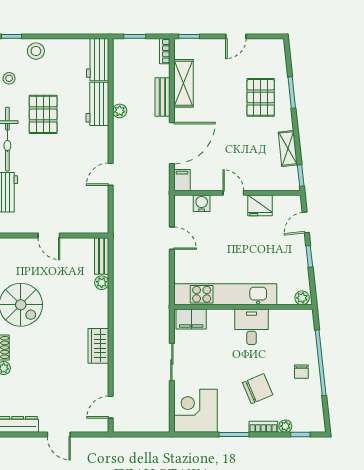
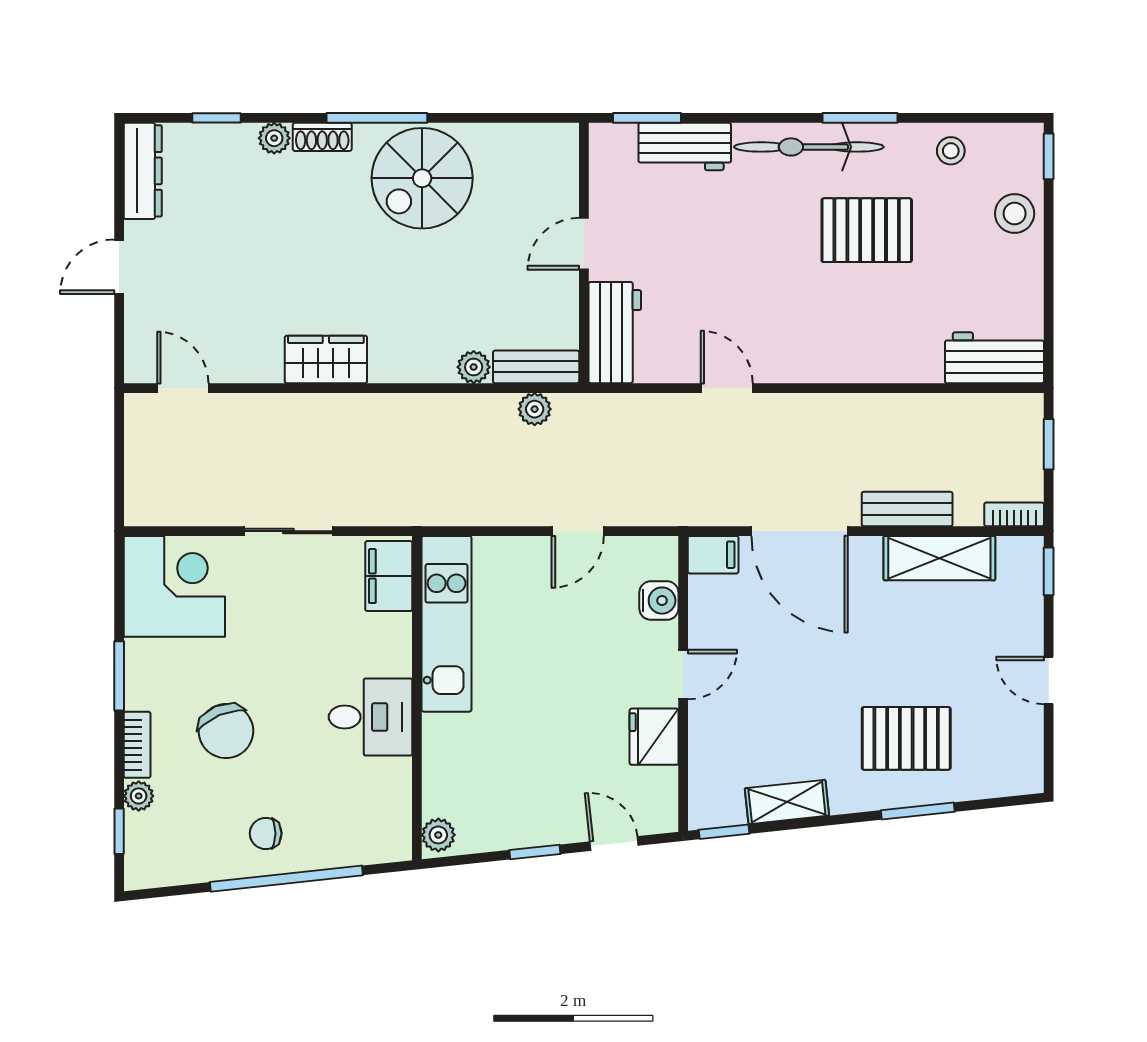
workbench: (97, 104) -> (615, 333), moved, turned 90
plant: (120, 111) -> (535, 409), moved
kitchen unit: (225, 294) -> (447, 624), width x0.73

